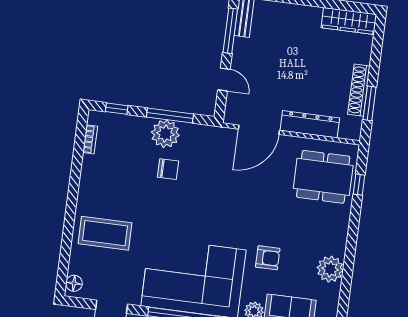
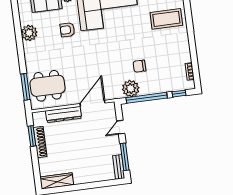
door: (224, 80) -> (121, 127), hinge flipped
window: (170, 115) -> (147, 98), width x1.46
plant: (165, 134) -> (131, 89), moved
window: (359, 185) -> (25, 87), width x2.17

